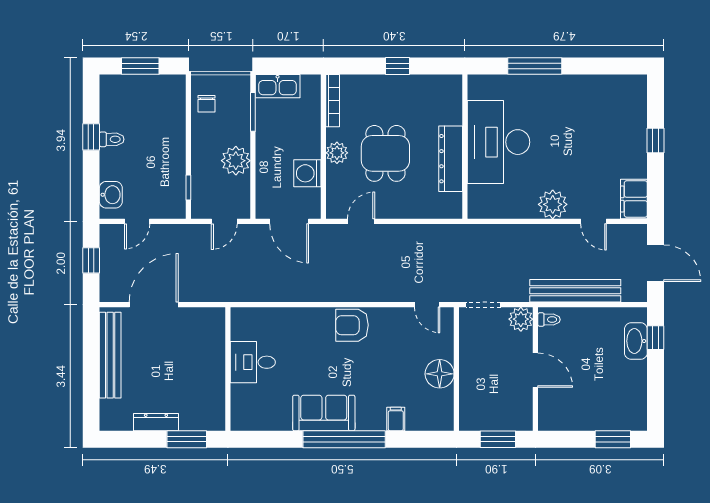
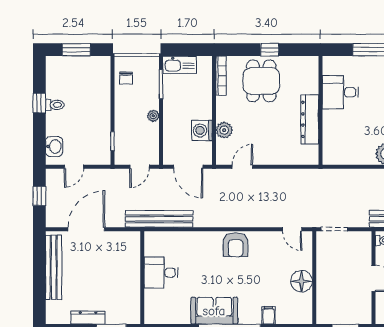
desk: (498, 142) -> (340, 92), width x0.53, depth x0.77
plant: (337, 153) -> (224, 130), moved
dining table: (385, 153) -> (261, 81), moved
plant: (236, 161) -> (153, 116), width x0.53, depth x0.53
bench: (250, 291) -> (159, 219), added
plant: (521, 319) -> (363, 240), removed
armchair: (352, 325) -> (236, 245), turned -90

